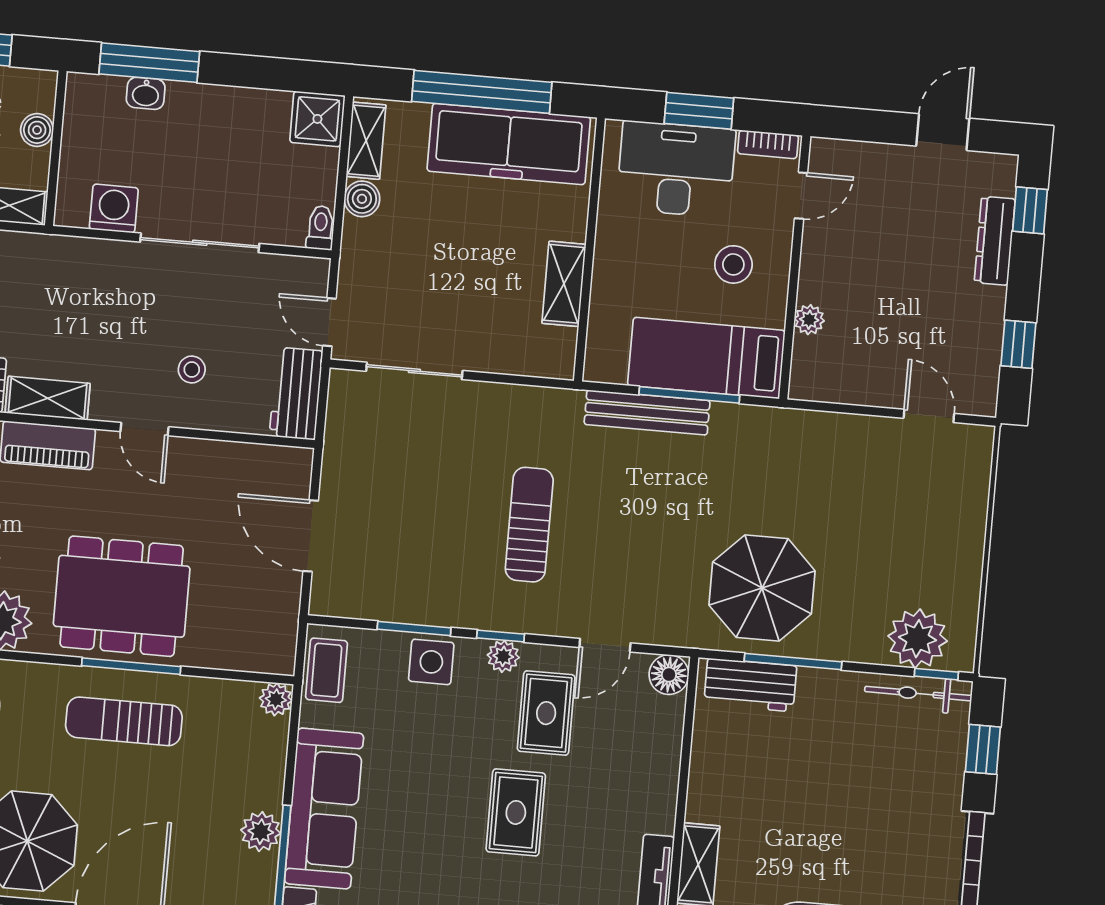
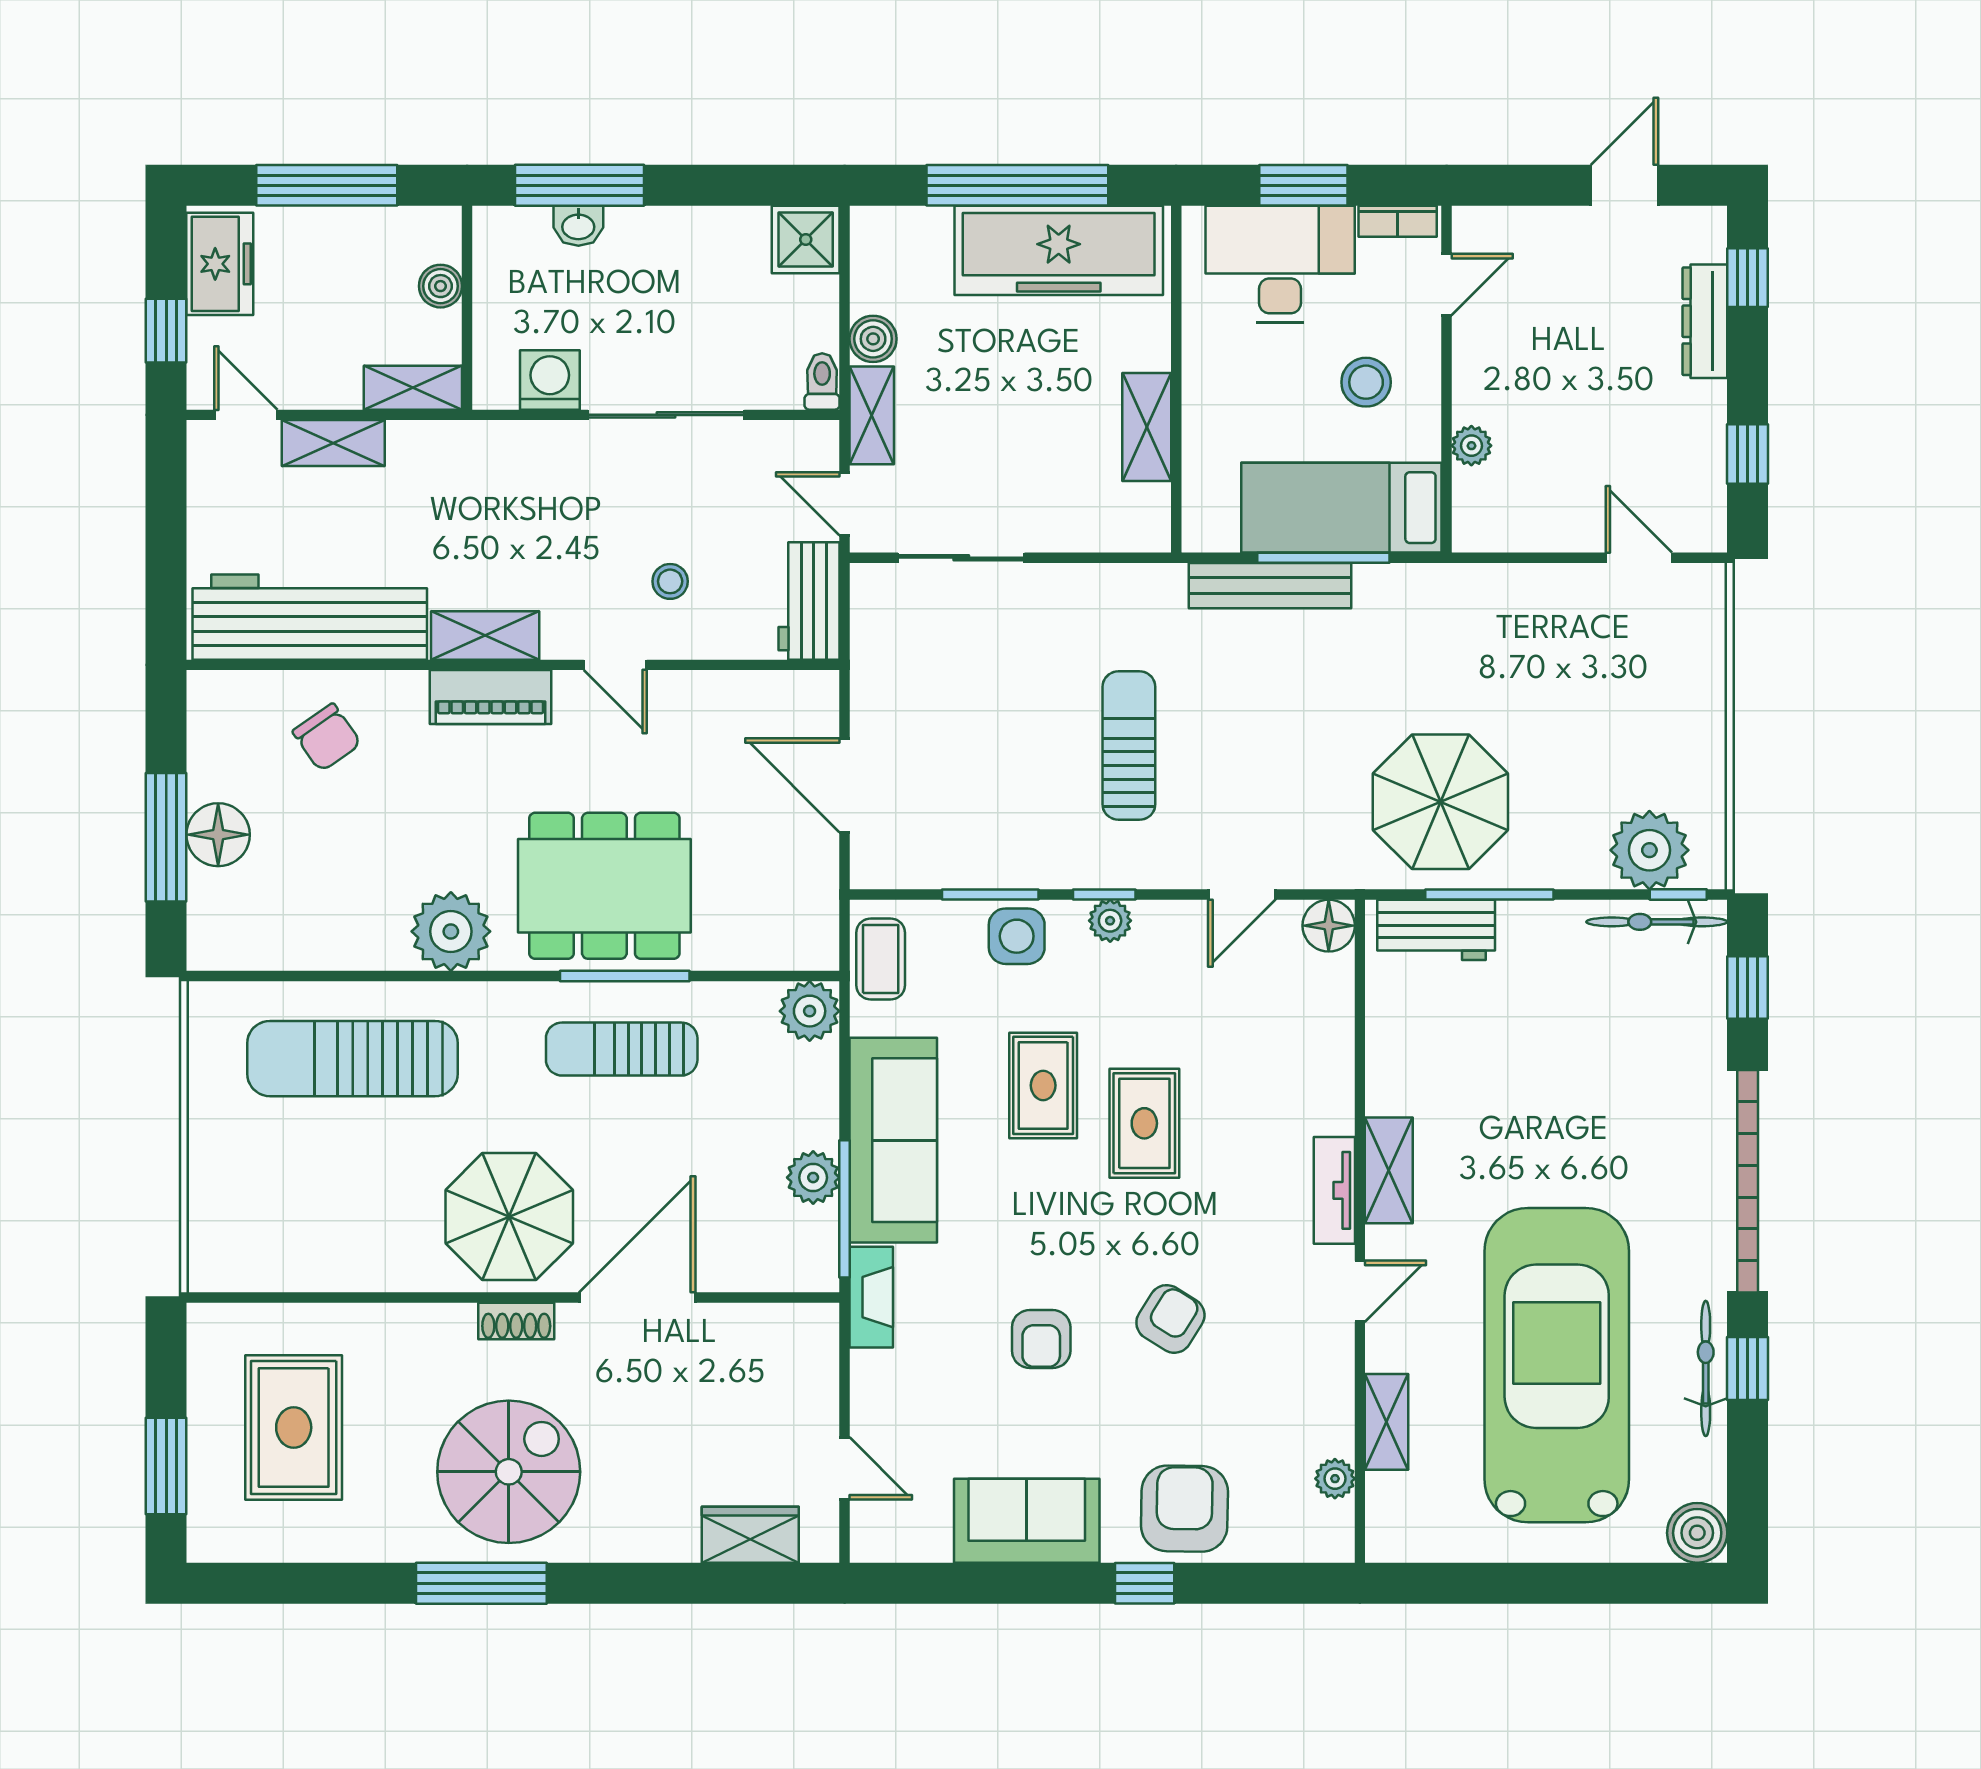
shelving: (366, 141) -> (872, 415), moved
plant: (276, 699) -> (810, 1011), width x1.38, depth x1.38
rug: (546, 713) -> (1043, 1085), moved

